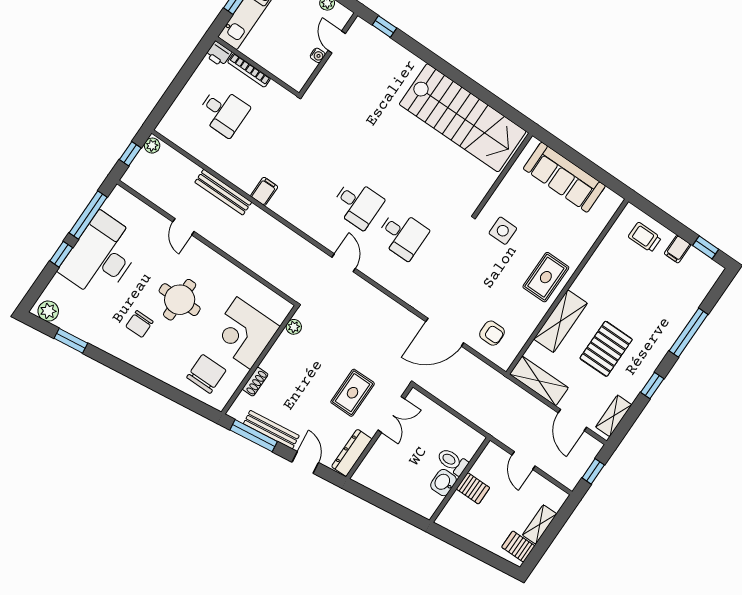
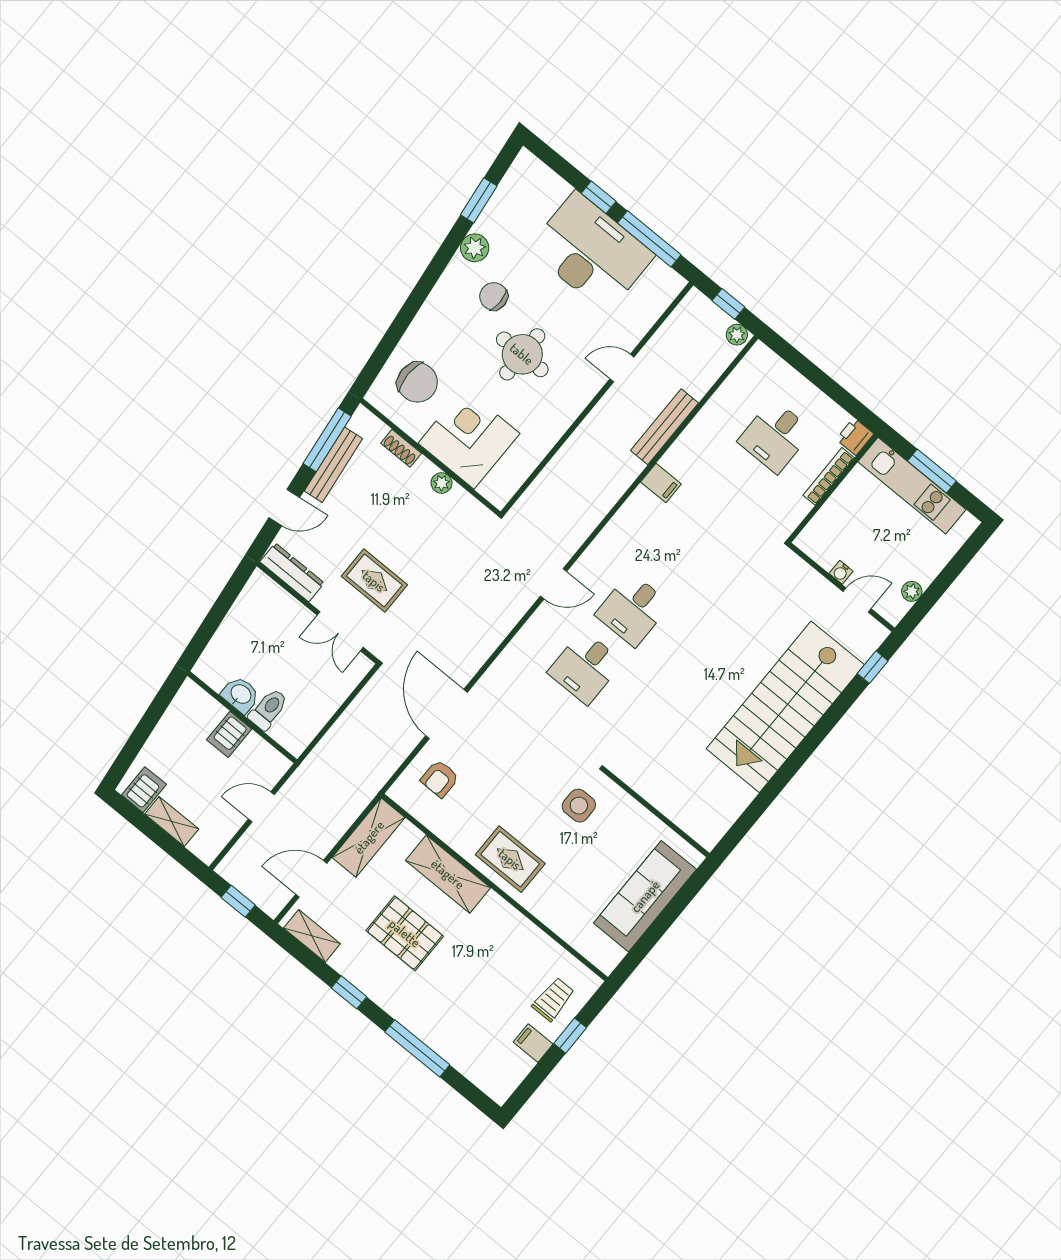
stairs: (463, 118) -> (785, 707), moved
window: (706, 247) -> (570, 1036), moved
plant: (48, 311) -> (475, 248), moved
plant: (294, 327) -> (442, 483), moved

